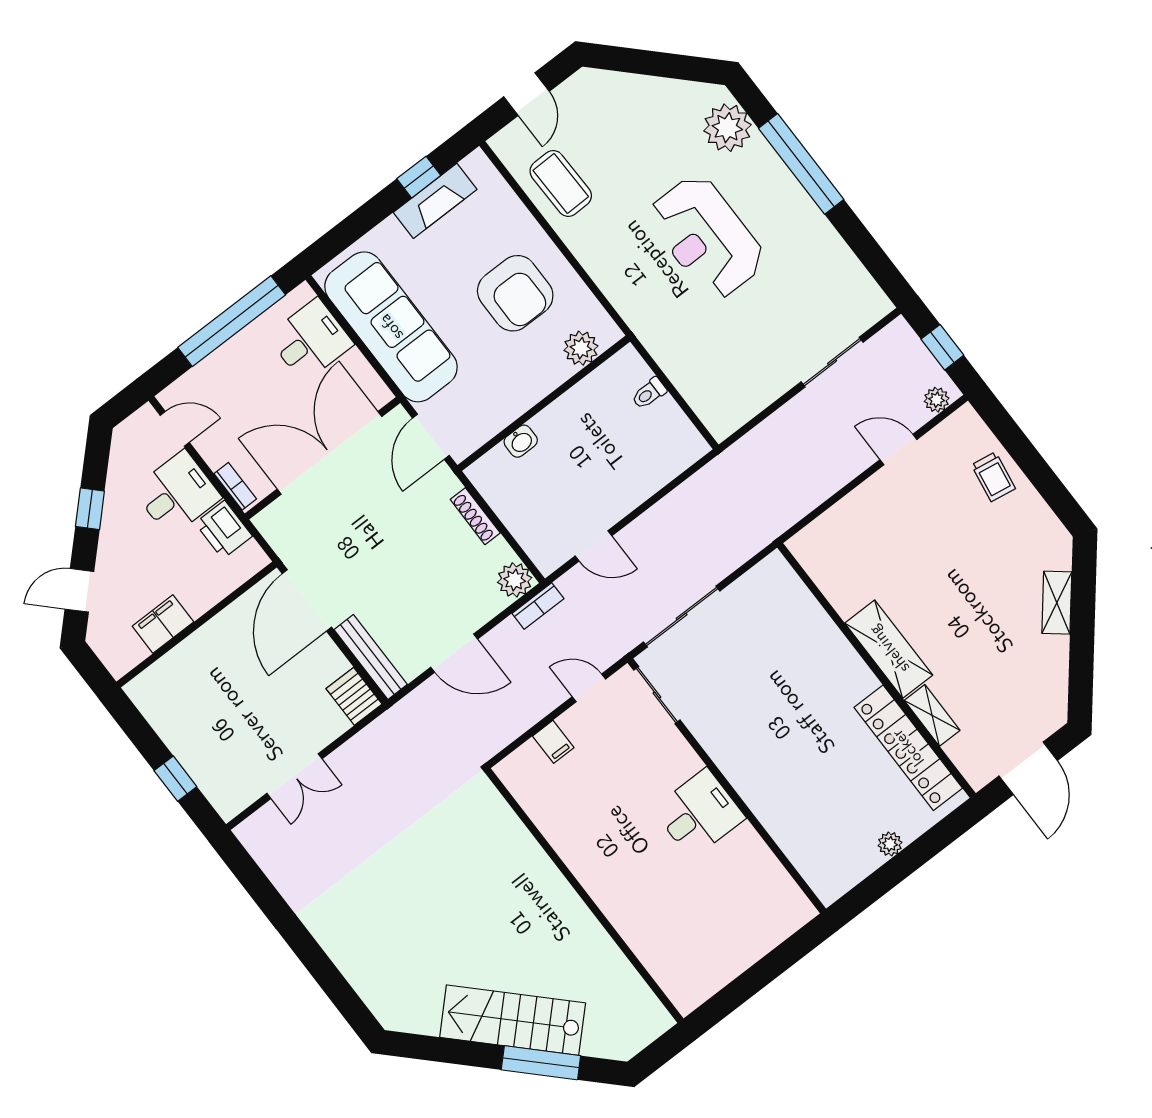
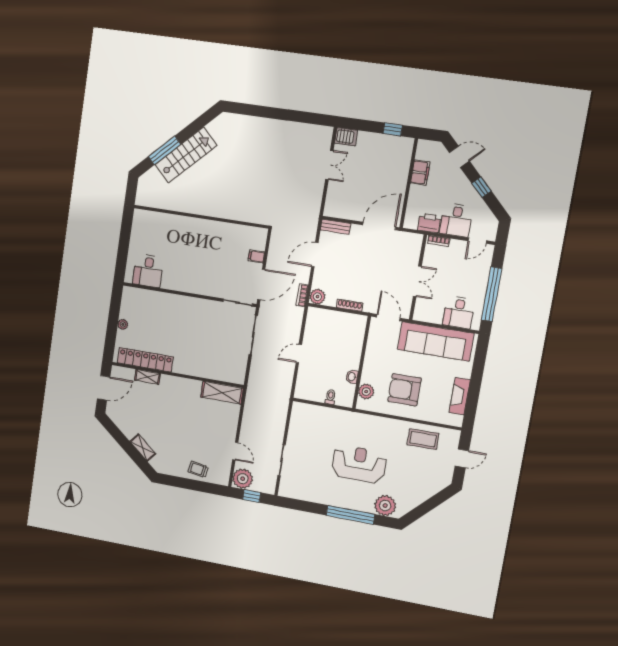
door: (527, 94) -> (462, 458), swing flipped
window: (419, 177) -> (473, 399), removed
plant: (937, 400) -> (243, 479), width x1.88, depth x1.88
washbasin: (521, 441) -> (352, 377), moved
door: (898, 450) -> (235, 451), hinge flipped
double door: (329, 453) -> (417, 281), width x0.54
door: (593, 546) -> (299, 354), moved
door: (79, 590) -> (459, 157), hinge flipped
door: (307, 600) -> (379, 226), hinge flipped
shelving: (889, 649) -> (222, 393), moved
bench: (371, 657) -> (336, 227), width x0.73
door: (589, 688) -> (261, 284), width x1.87
server rack: (354, 696) -> (346, 137), moved
door: (1028, 768) -> (104, 388), swing flipped
double door: (295, 776) -> (329, 165), swing flipped
window: (175, 779) -> (393, 129), moved
desk: (699, 814) -> (148, 271), moved

